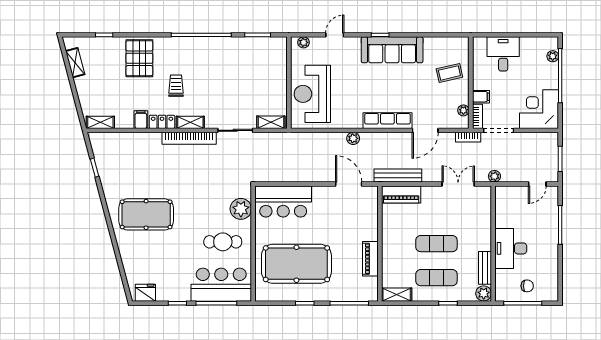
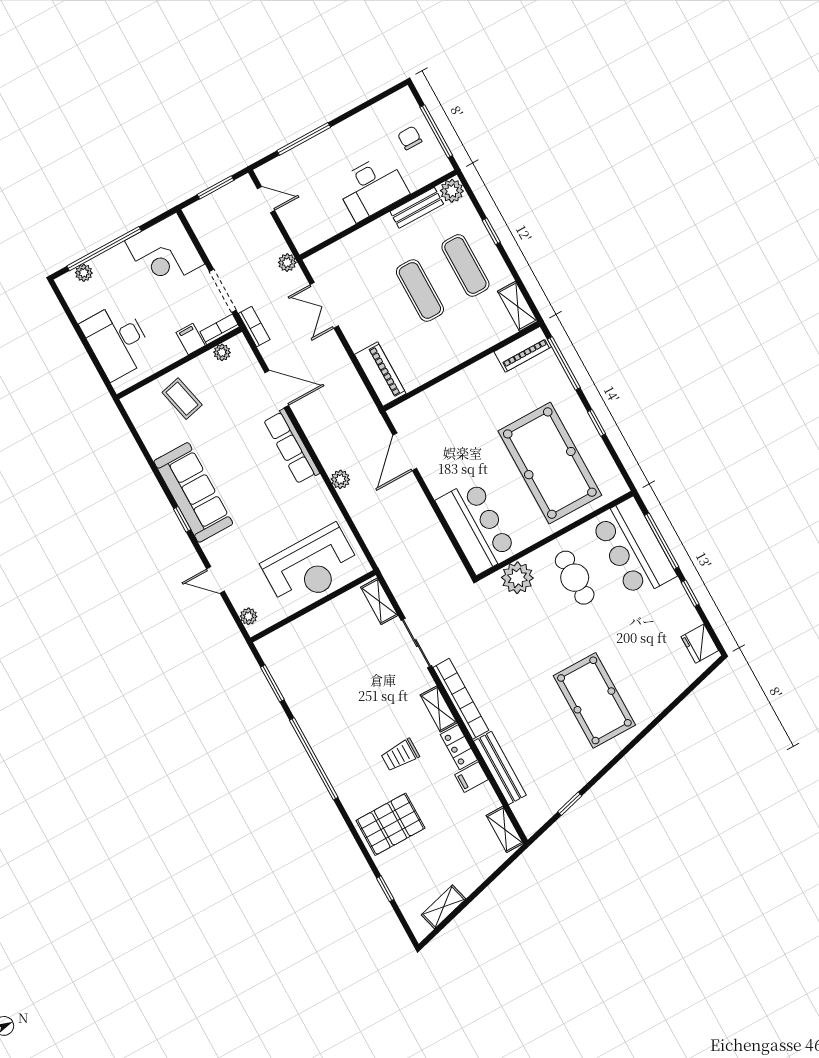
desk: (503, 54) -> (117, 341), width x1.37
bench: (398, 176) -> (500, 768), moved
piano: (370, 259) -> (523, 349), moved

